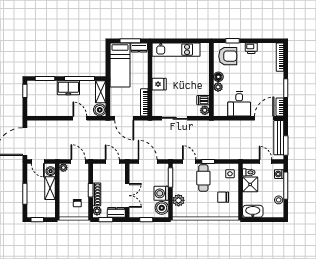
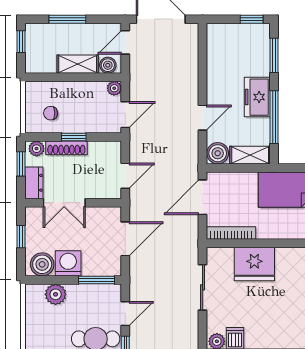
fridge: (159, 84) -> (254, 264), width x1.88, depth x1.34

